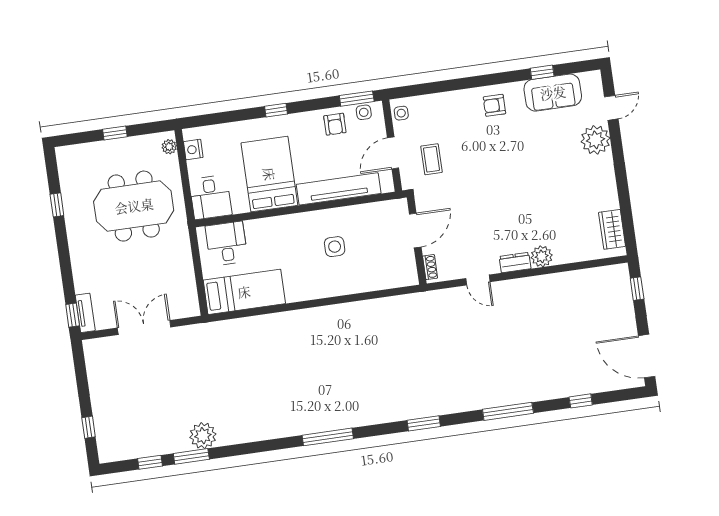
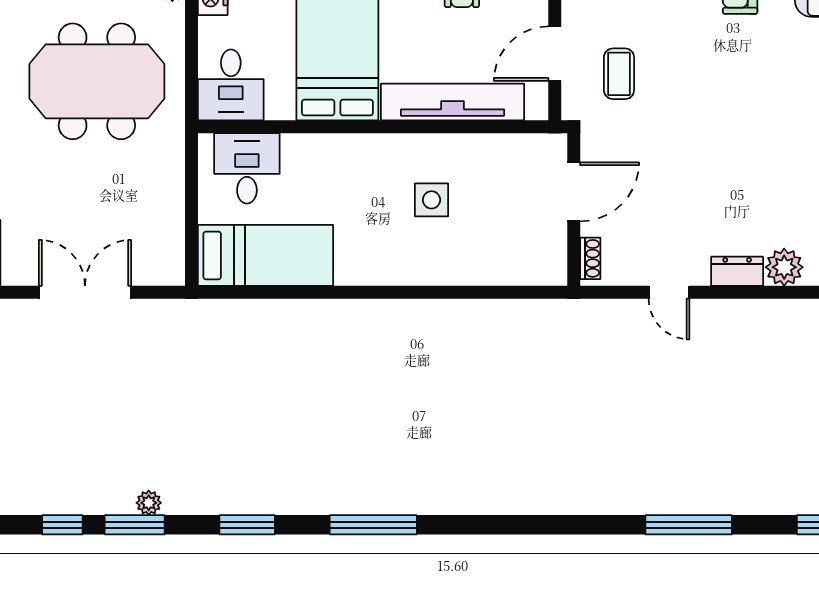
window: (424, 423) -> (247, 525), moved
plant: (203, 436) -> (149, 503), width x0.53, depth x0.53

